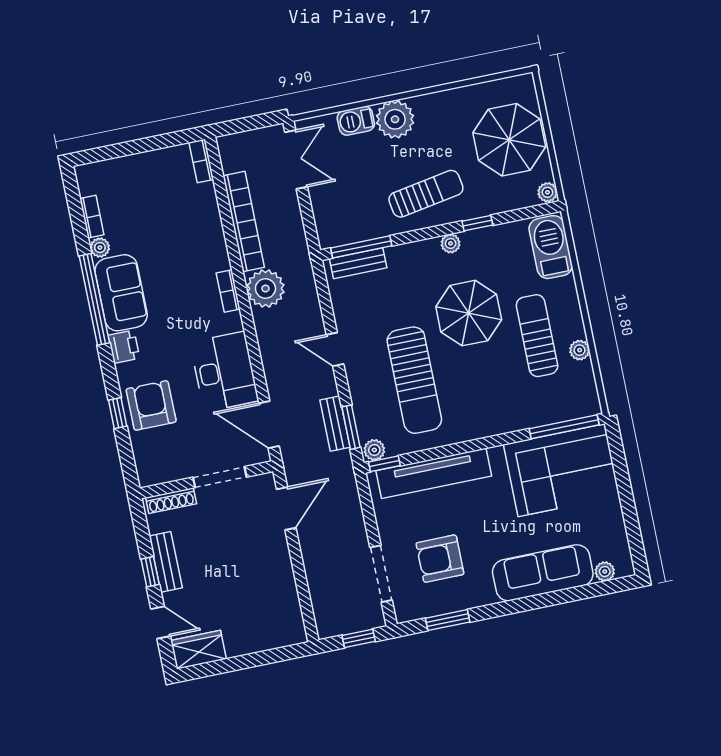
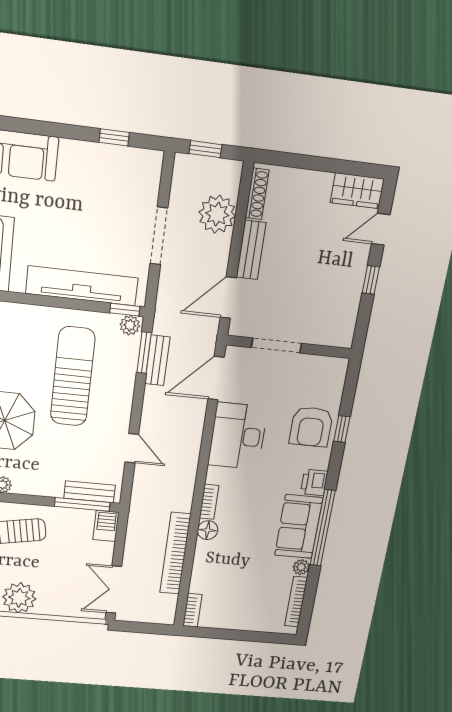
barbecue: (356, 121) -> (106, 526), moved, turned -90
bookcase: (92, 217) -> (296, 602), width x1.56
floor lamp: (218, 259) -> (208, 530), added
plant: (265, 289) -> (217, 214), moved
door: (335, 349) -> (132, 448), moved
door: (269, 425) -> (216, 378), swing flipped
shoe rack: (171, 501) -> (257, 194), moved, turned 90
armchair: (440, 559) -> (102, 202), removed
bench: (166, 562) -> (251, 250), moved
doorway: (381, 574) -> (159, 236), moved
window: (448, 620) -> (114, 137), width x0.67
door: (161, 622) -> (381, 229), hinge flipped

